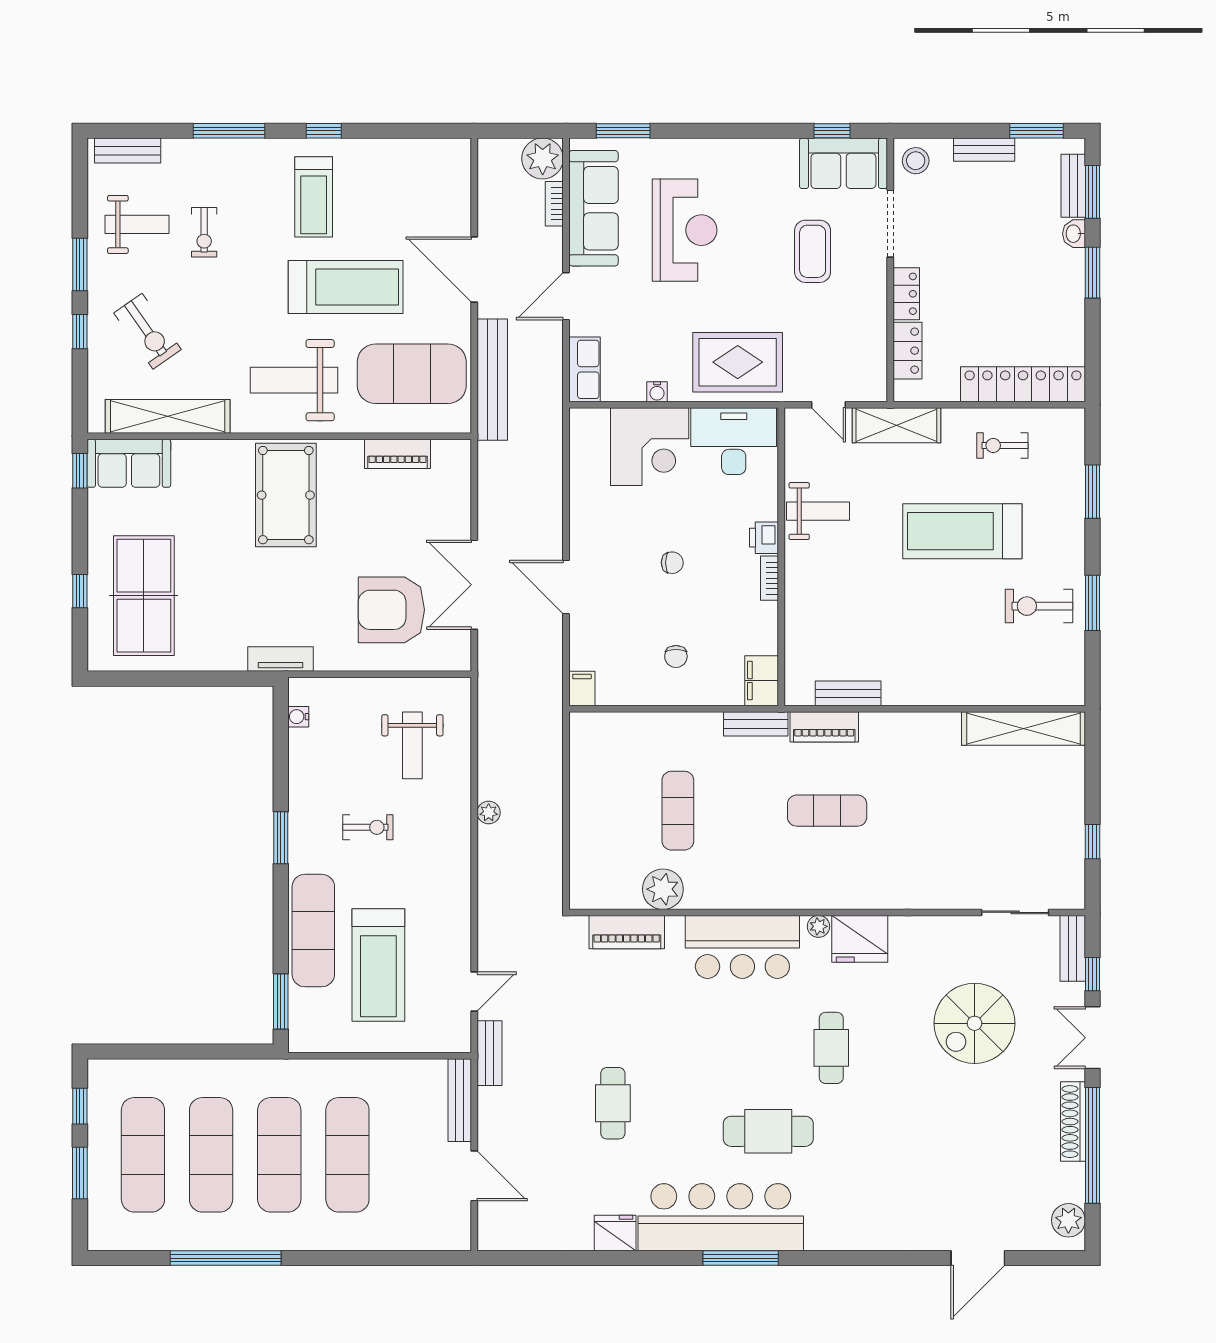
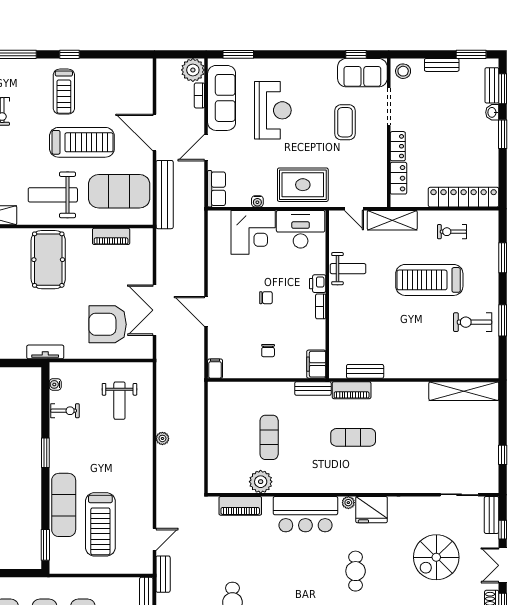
exercise bike: (368, 827) -> (65, 411), moved

